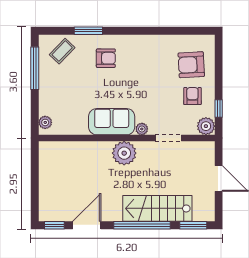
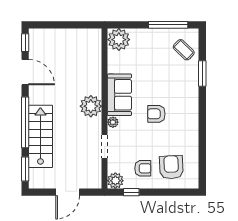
armchair: (106, 58) -> (156, 114), moved, turned 90
plant: (45, 122) -> (119, 40), width x1.87, depth x1.87

